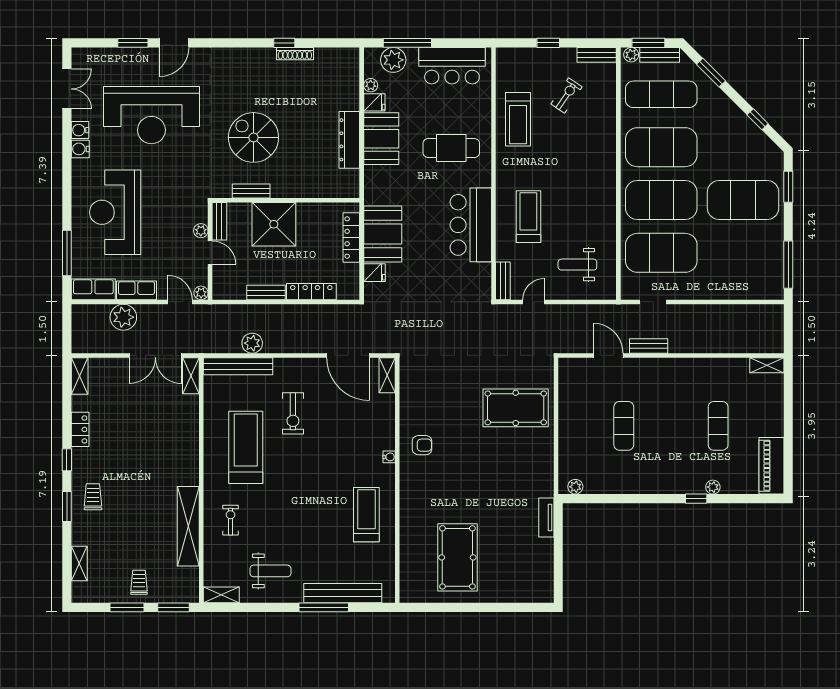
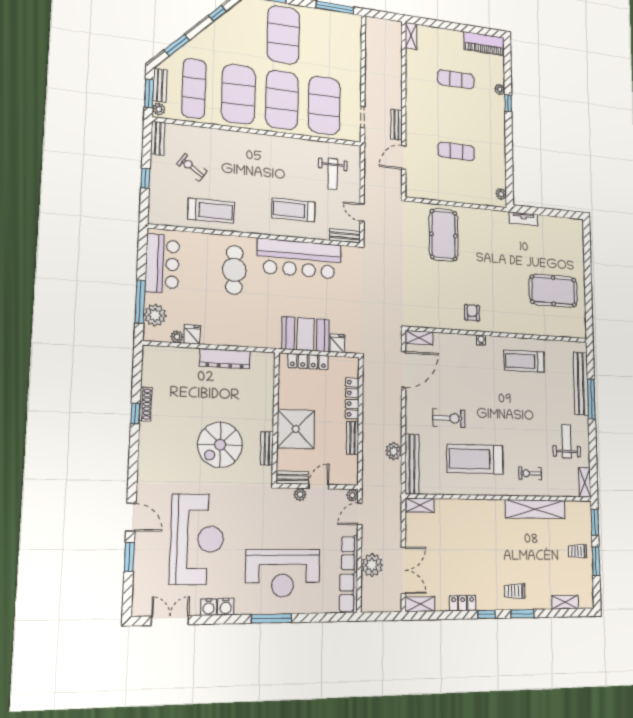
booth: (381, 139) -> (224, 330), removed
bar counter: (471, 225) -> (299, 259), width x1.36
window: (67, 253) -> (271, 618), moved
double door: (155, 355) -> (403, 570), moved

